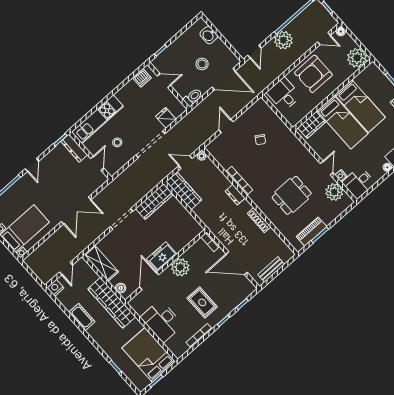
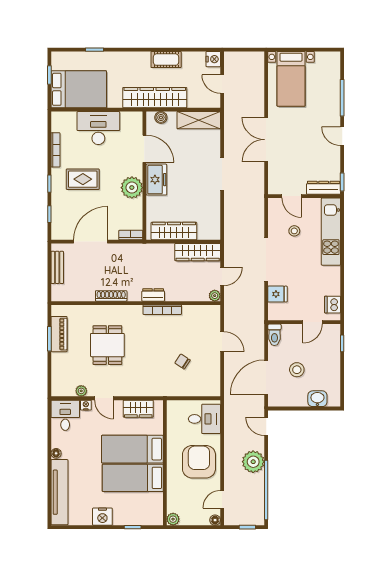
plant: (357, 58) -> (173, 519), width x0.53, depth x0.53
wardrobe: (312, 125) -> (138, 409), moved, turned -90
plant: (334, 192) -> (81, 391), width x0.53, depth x0.53
wardrobe: (154, 201) -> (174, 231), moved, turned 90

